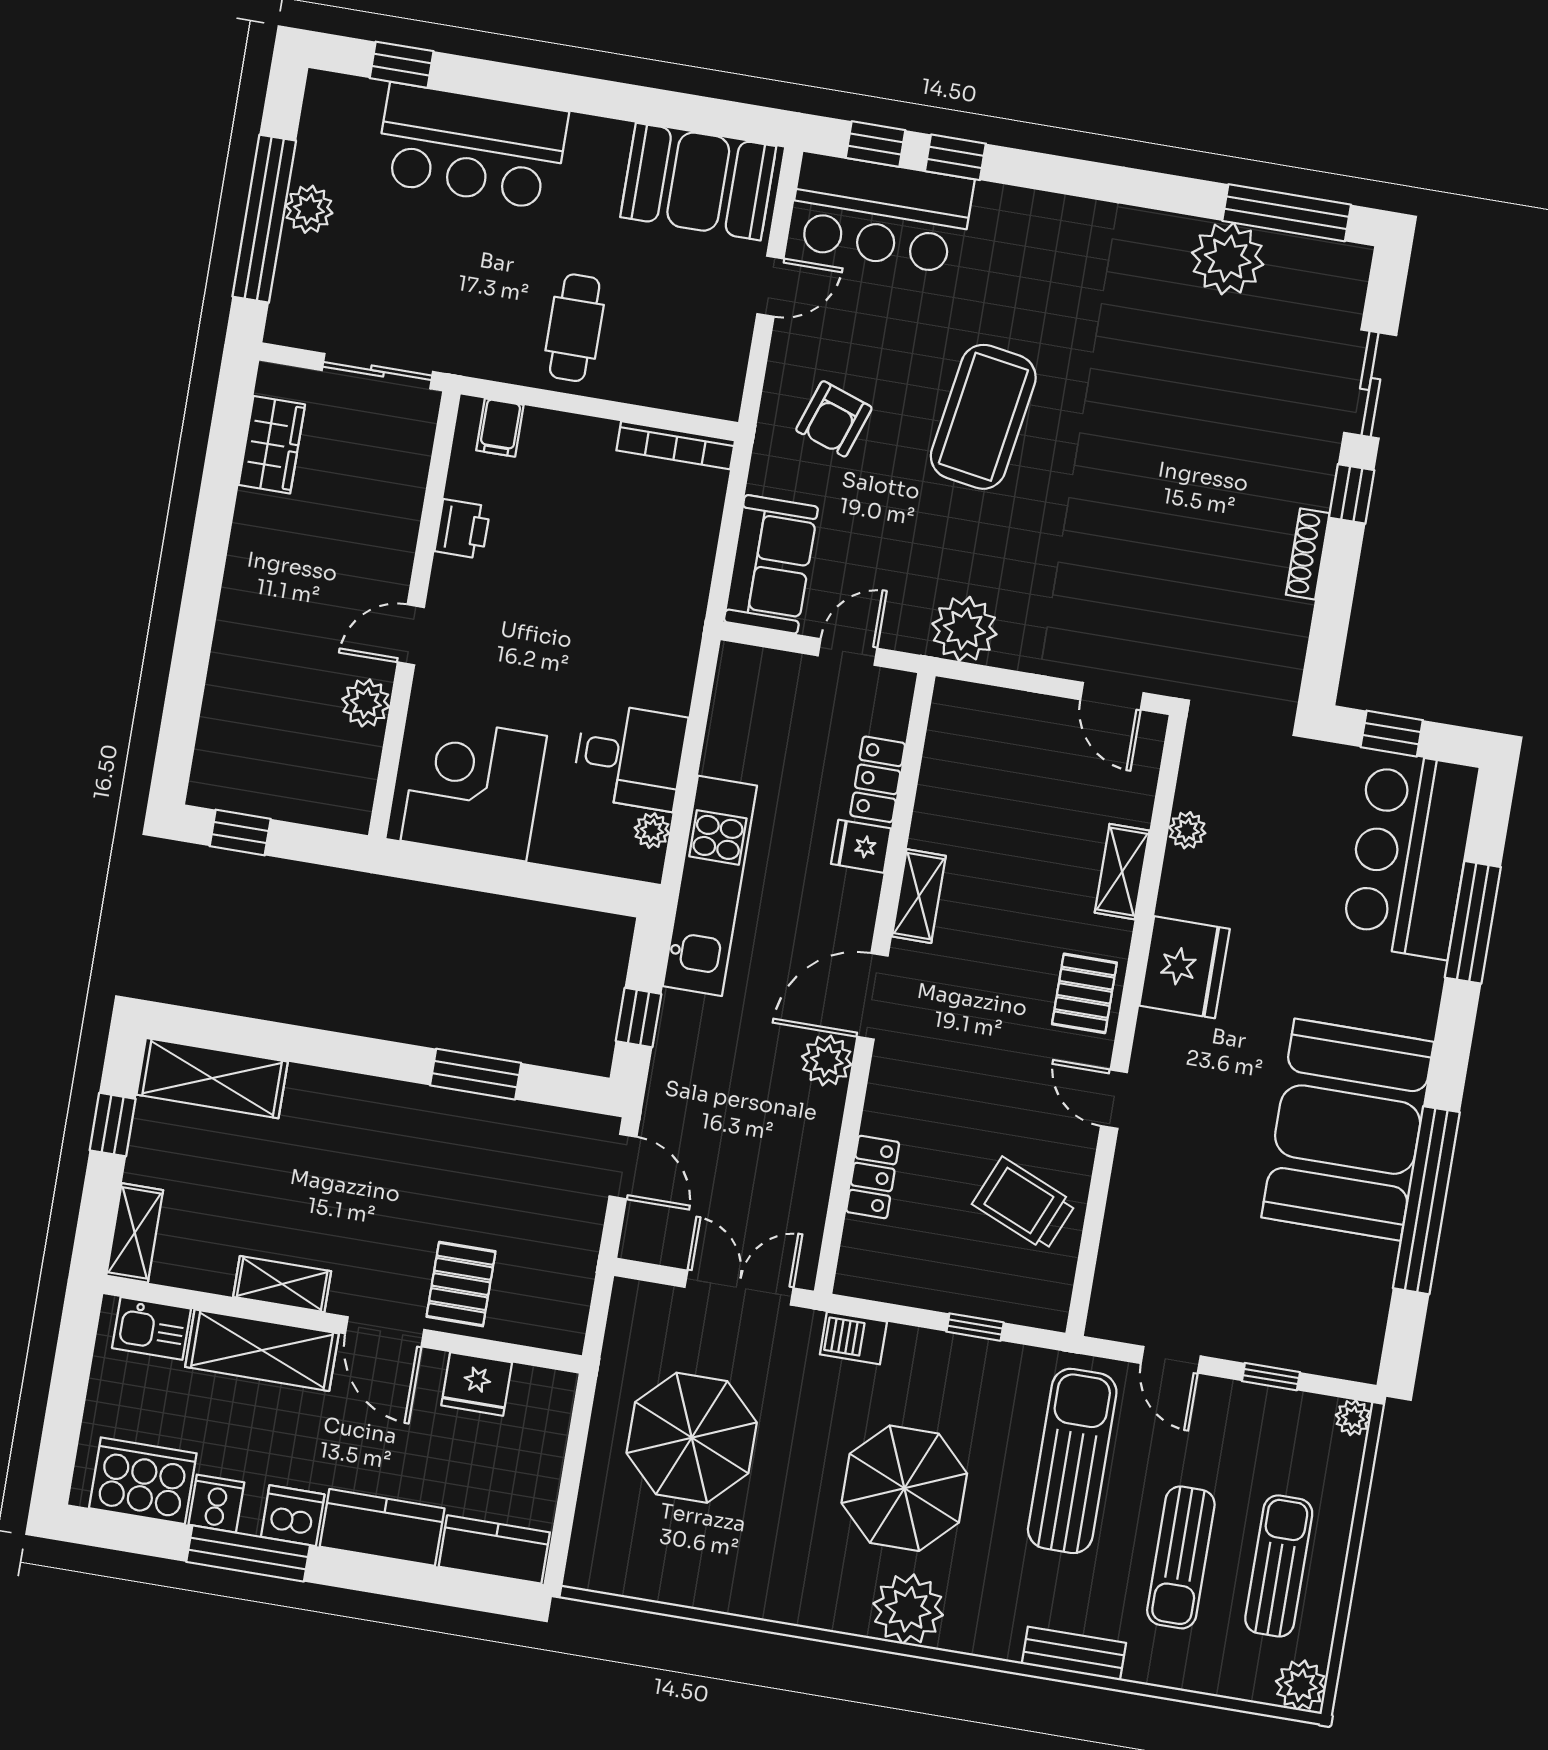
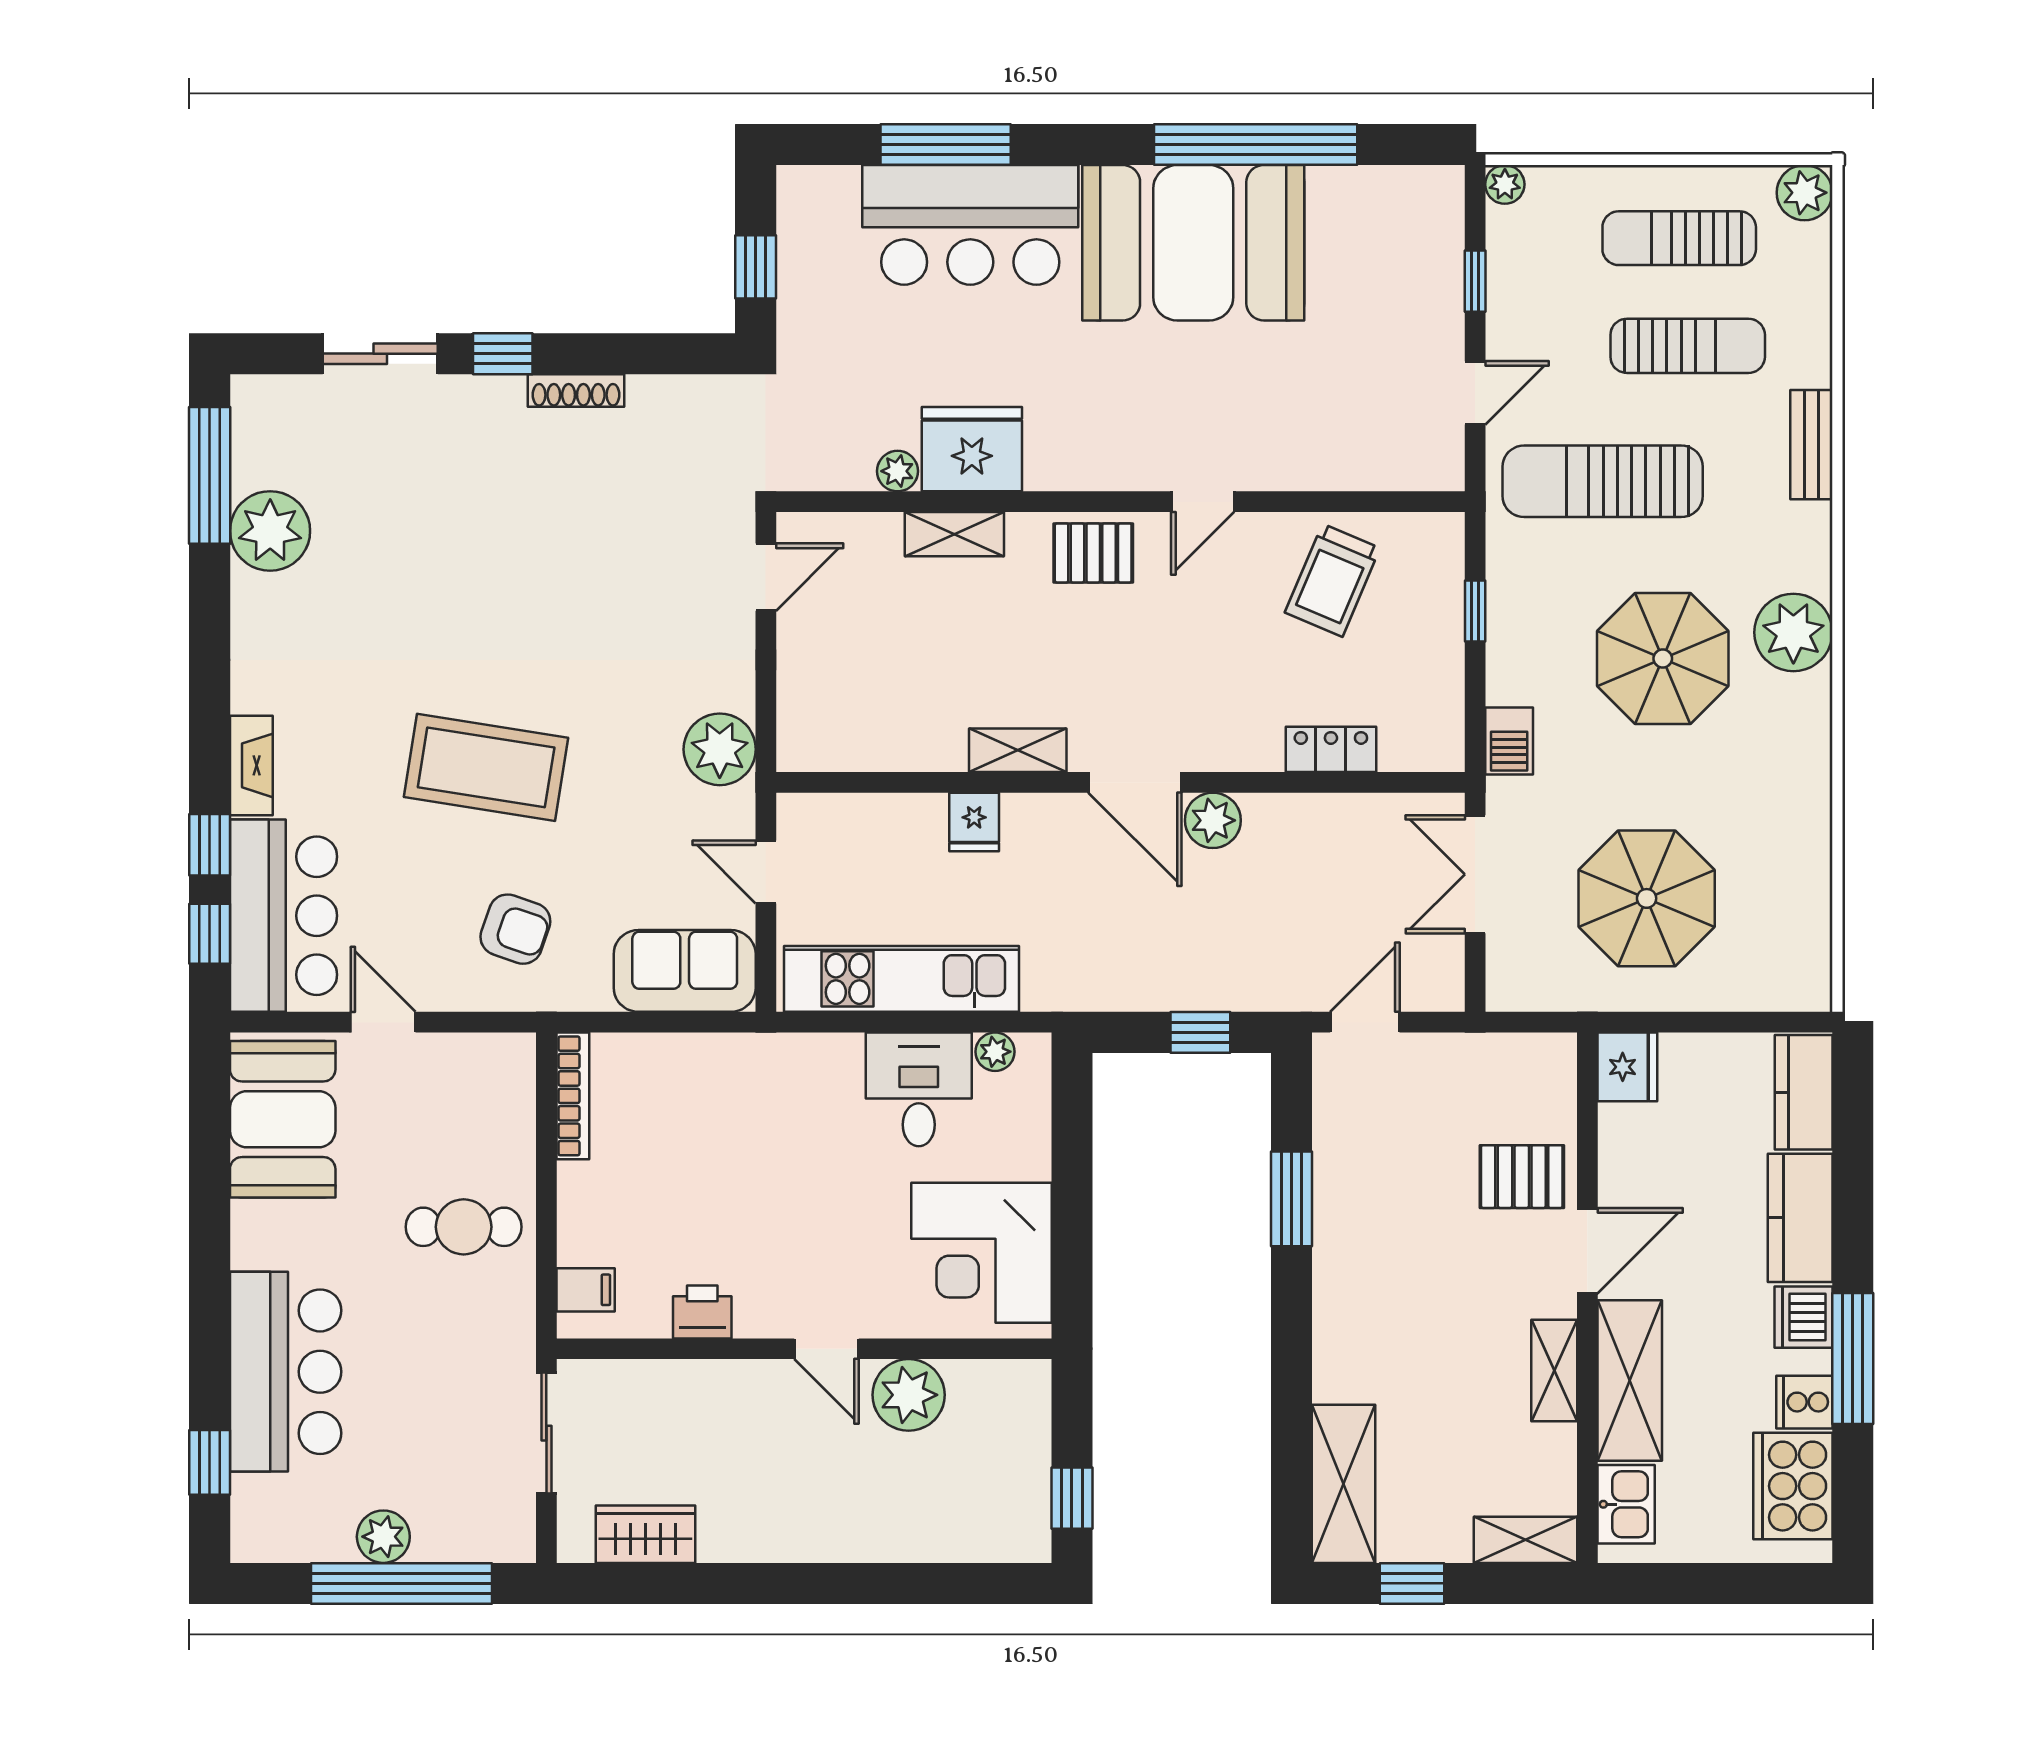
fireplace: (1020, 207) -> (251, 765), added
plant: (366, 703) -> (909, 1395), width x1.36, depth x1.36
locker: (878, 779) -> (899, 816), removed
bar counter: (1410, 855) -> (970, 225), moved
kitchen unit: (710, 886) -> (902, 979), moved
fridge: (1184, 967) -> (972, 449), moved
fridge: (477, 1384) -> (1627, 1067), moved

